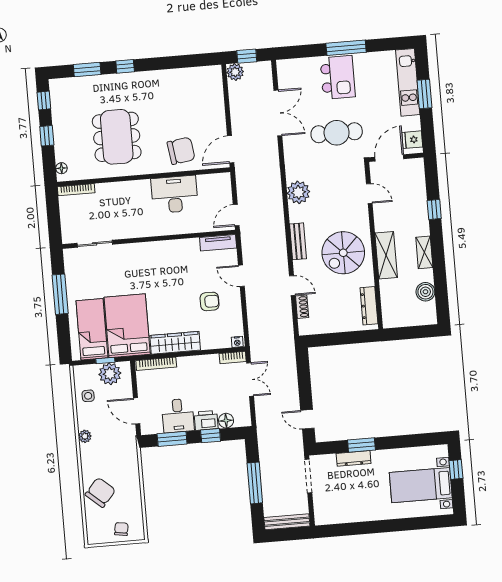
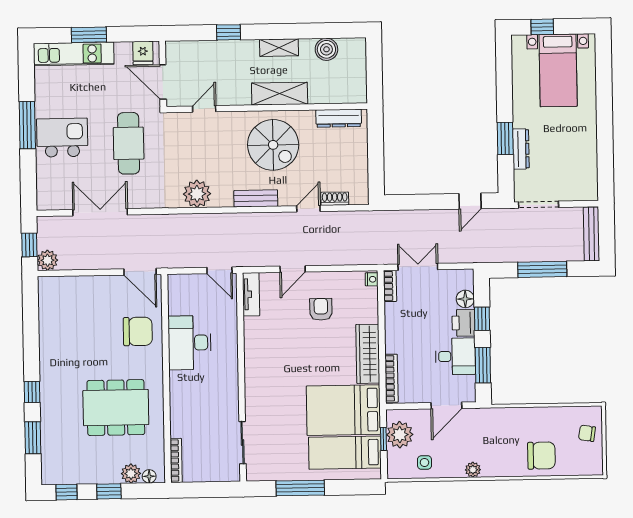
chair: (181, 151) -> (138, 331), turned 98
plant: (63, 153) -> (131, 474), added
chair: (100, 492) -> (541, 456), turned 139

